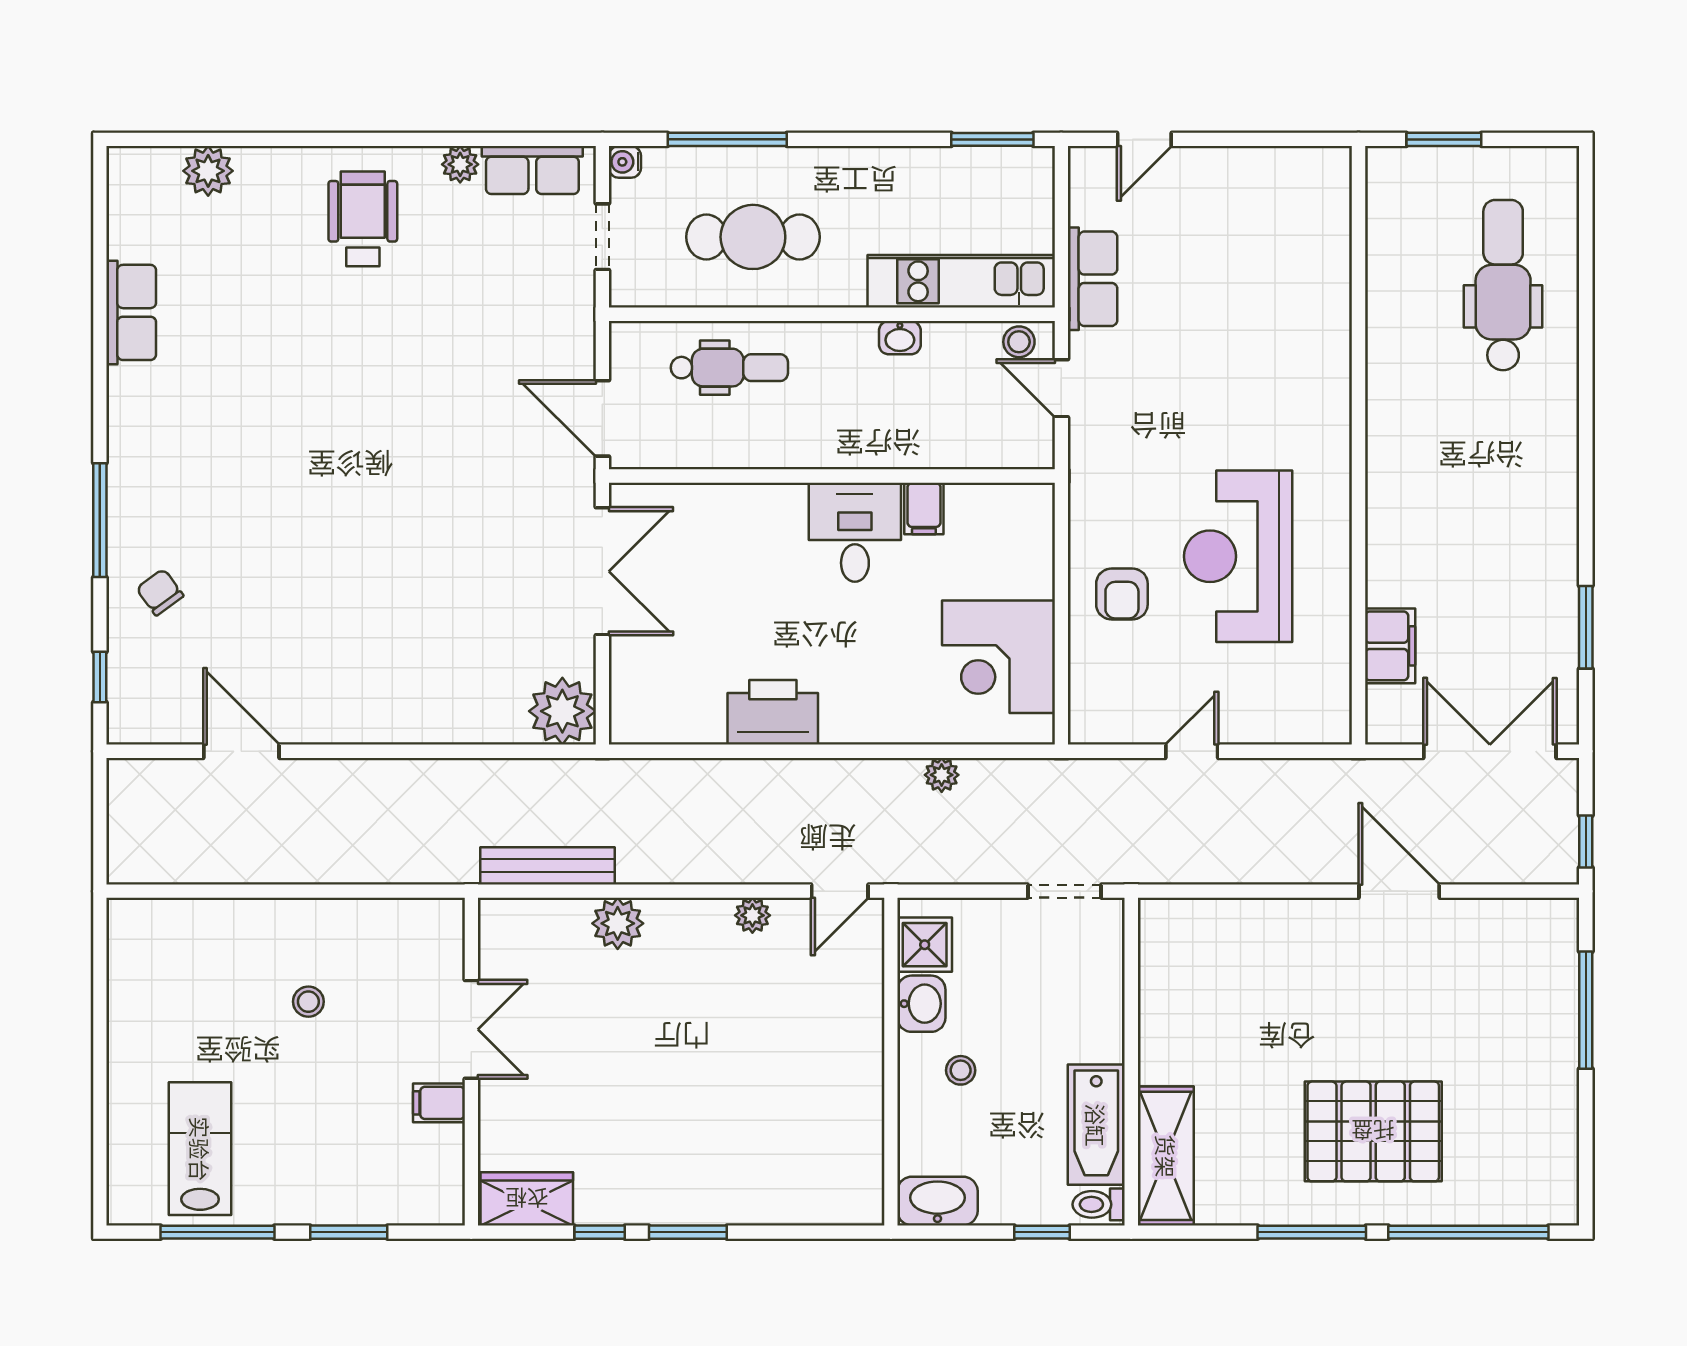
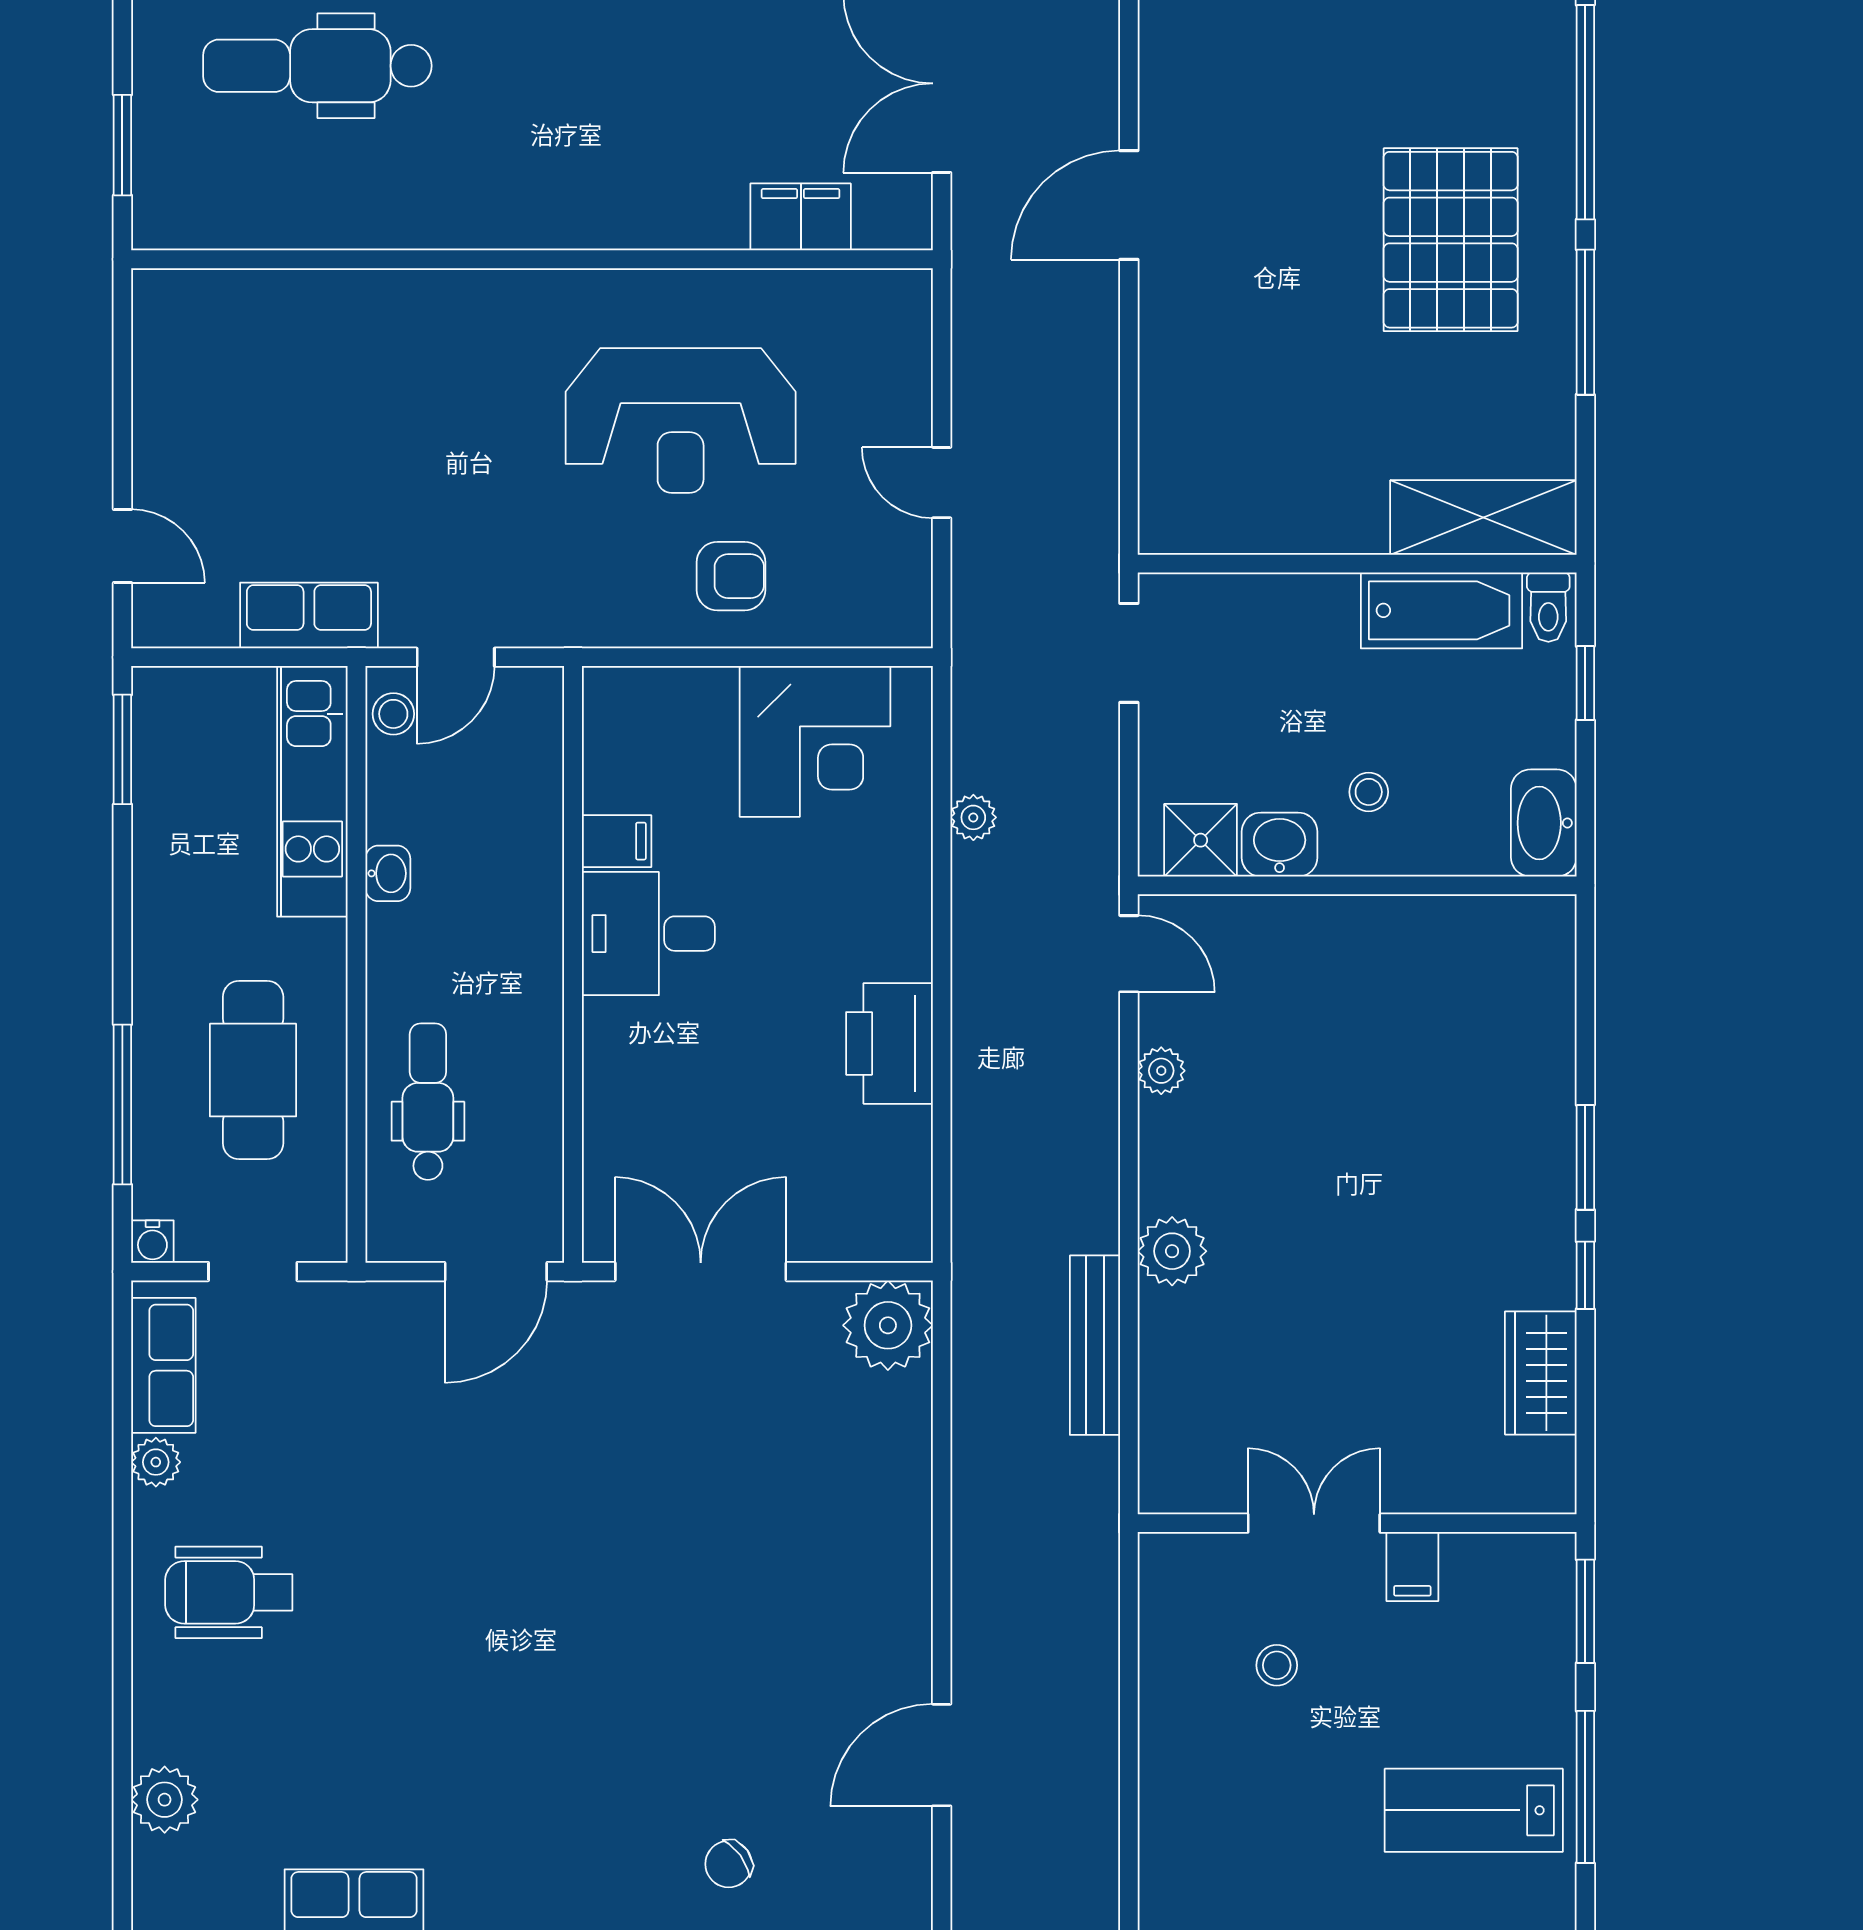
double door: (471, 1029) -> (1314, 1523), moved
wall: (471, 1062) -> (1357, 1523), moved
filing cabinet: (439, 1103) -> (1412, 1567), moved

